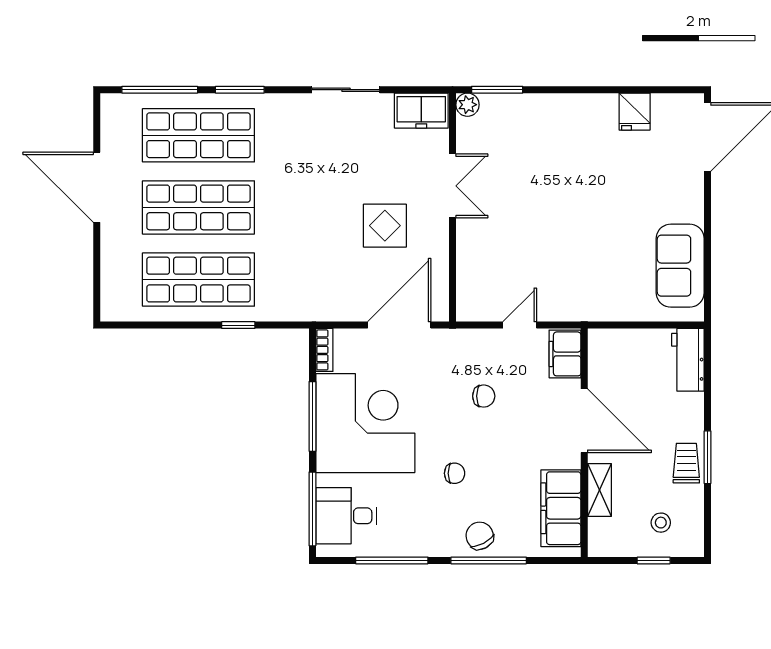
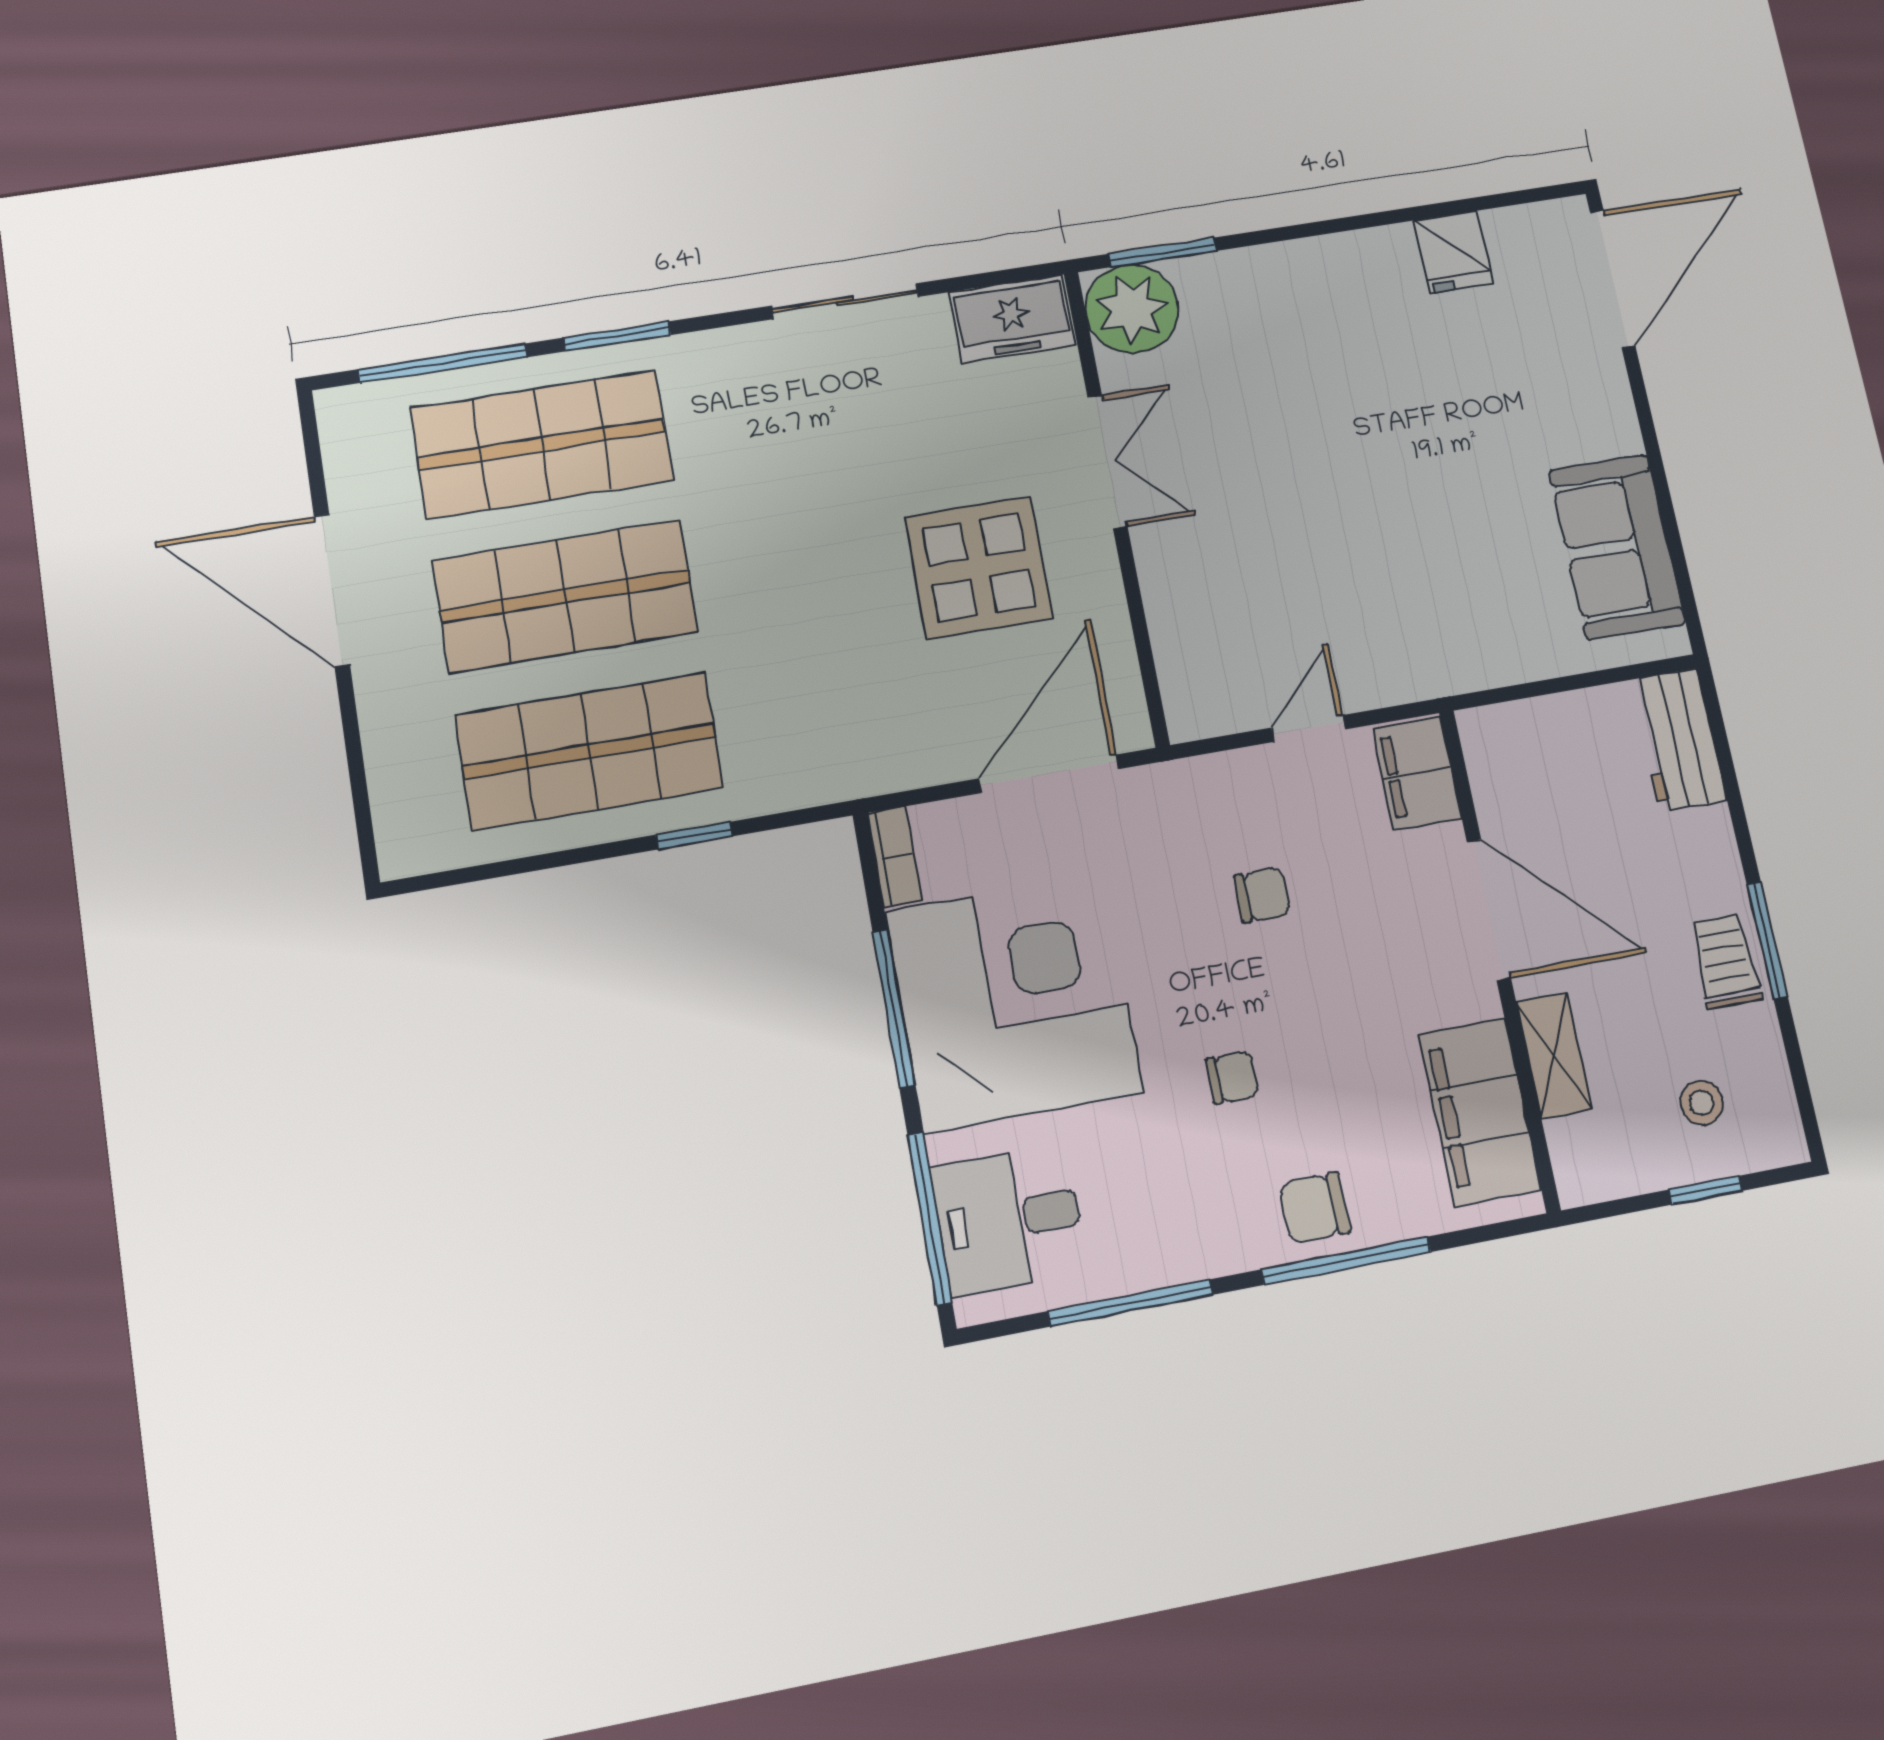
plant: (467, 105) -> (1132, 309), width x1.88, depth x1.88
display table: (385, 226) -> (979, 568), width x1.36, depth x1.36
chair: (480, 536) -> (1315, 1208), turned -63

